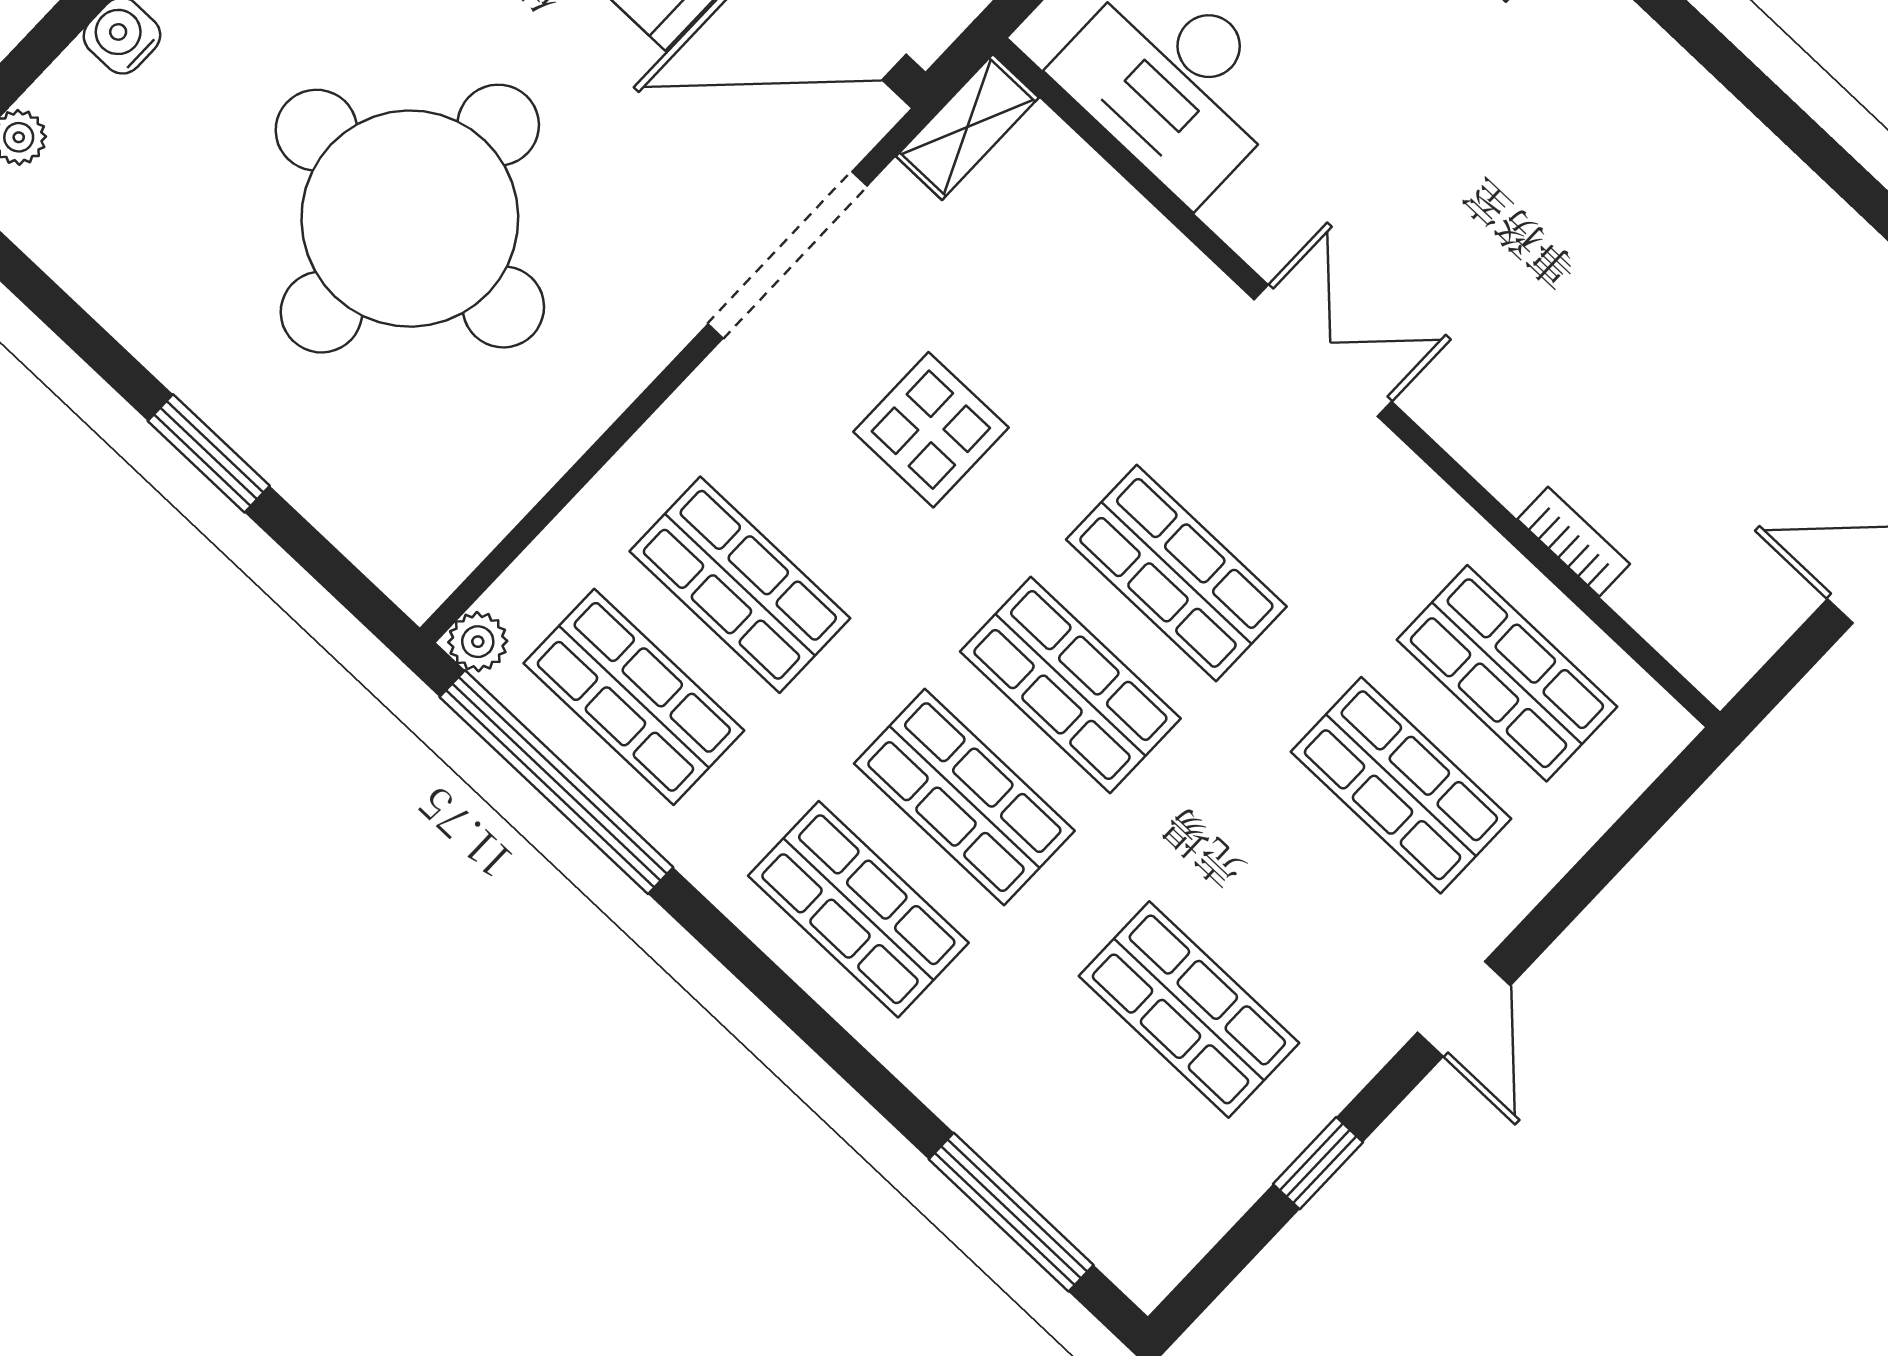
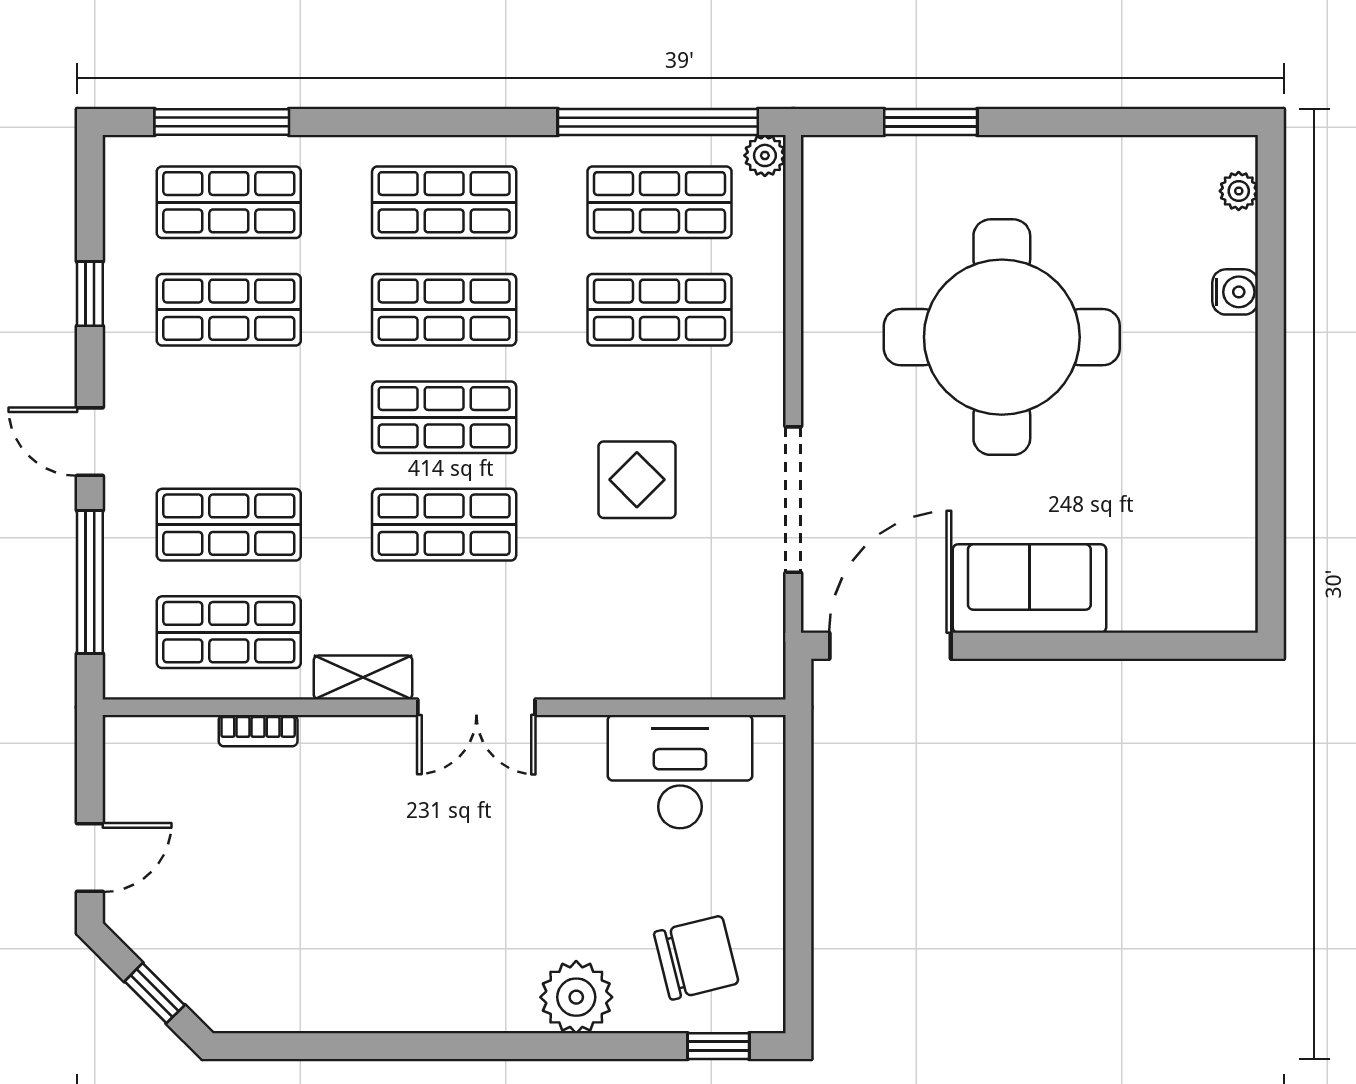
shelving: (967, 127) -> (363, 677), moved, turned 90
window: (209, 453) -> (931, 122), moved
window: (1602, 862) -> (90, 582), added
shop shelf: (1083, 1122) -> (229, 202), added

